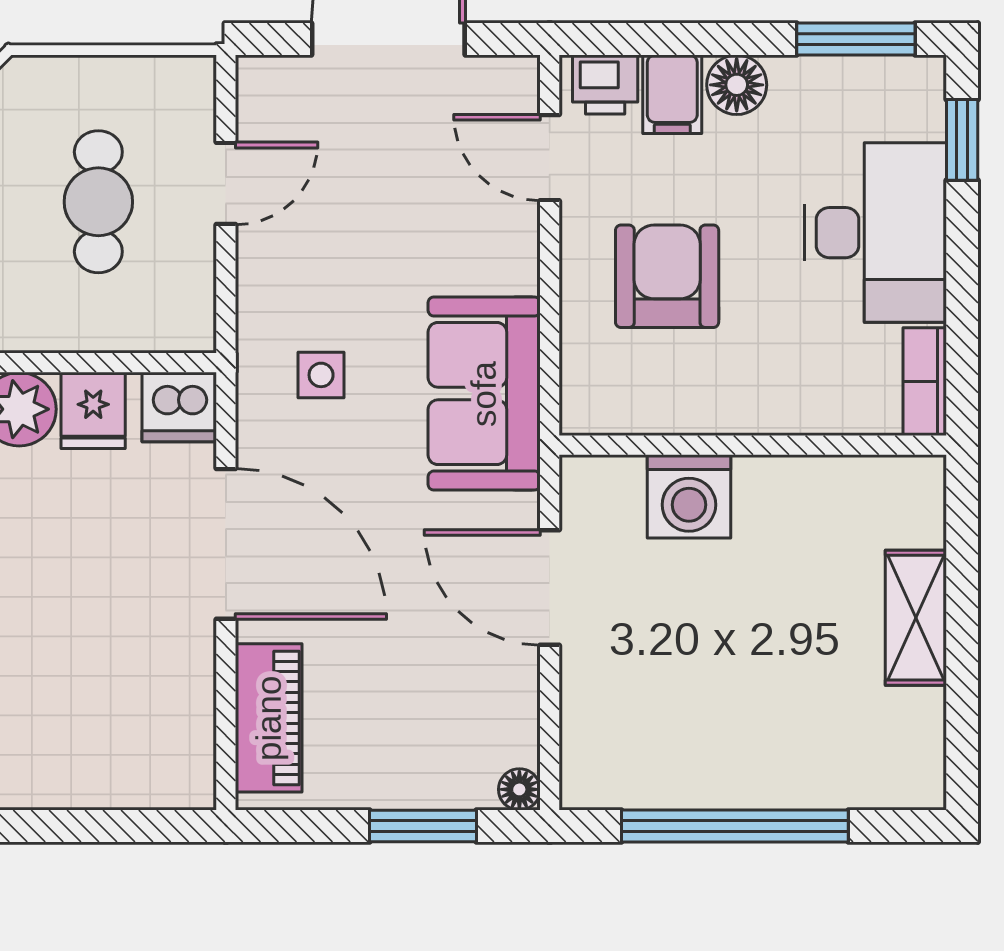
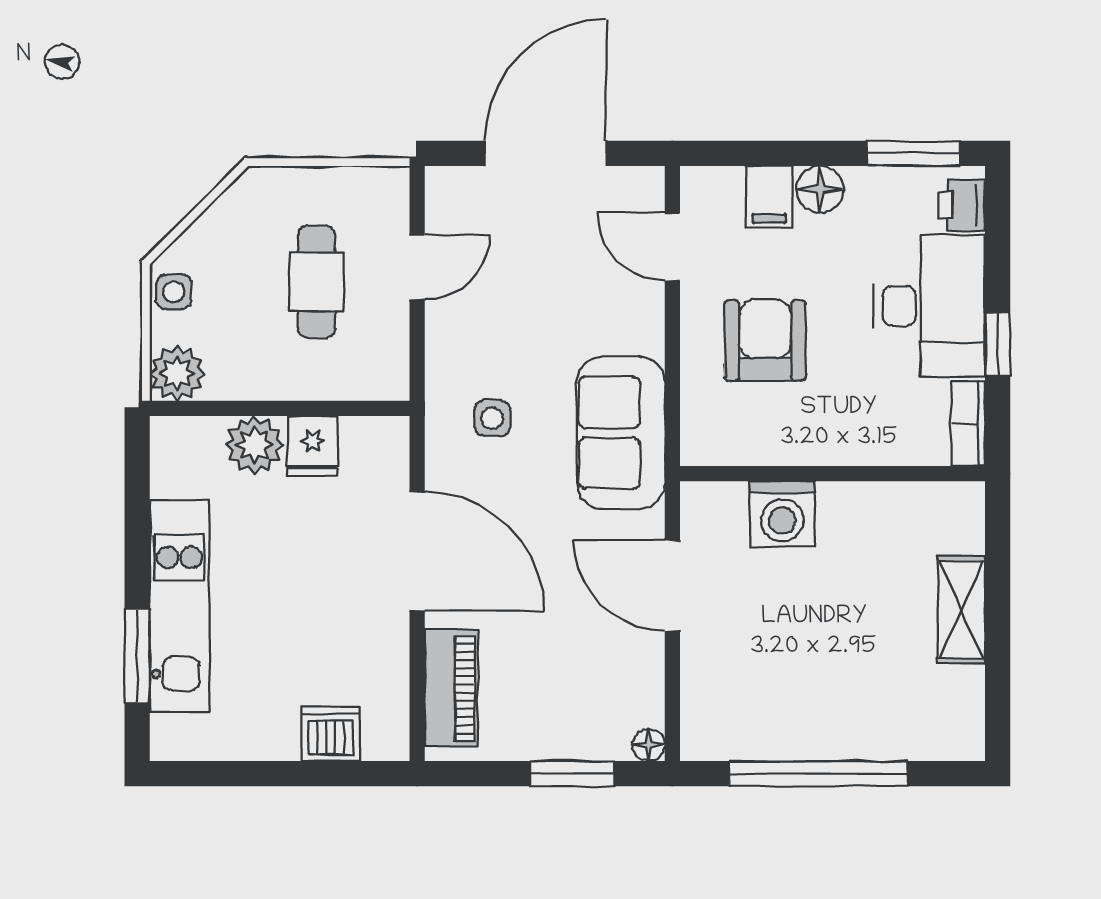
printer: (605, 84) -> (962, 205), moved, turned 90
window: (962, 140) -> (998, 344), moved
dishwasher: (179, 407) -> (331, 734), moved, turned 180

